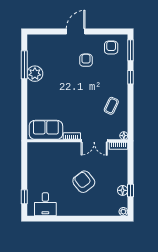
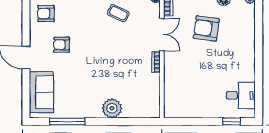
plant: (35, 74) -> (112, 108), moved
sofa: (46, 130) -> (41, 92), moved, turned 180
armchair: (84, 182) -> (206, 28), moved, turned 46

